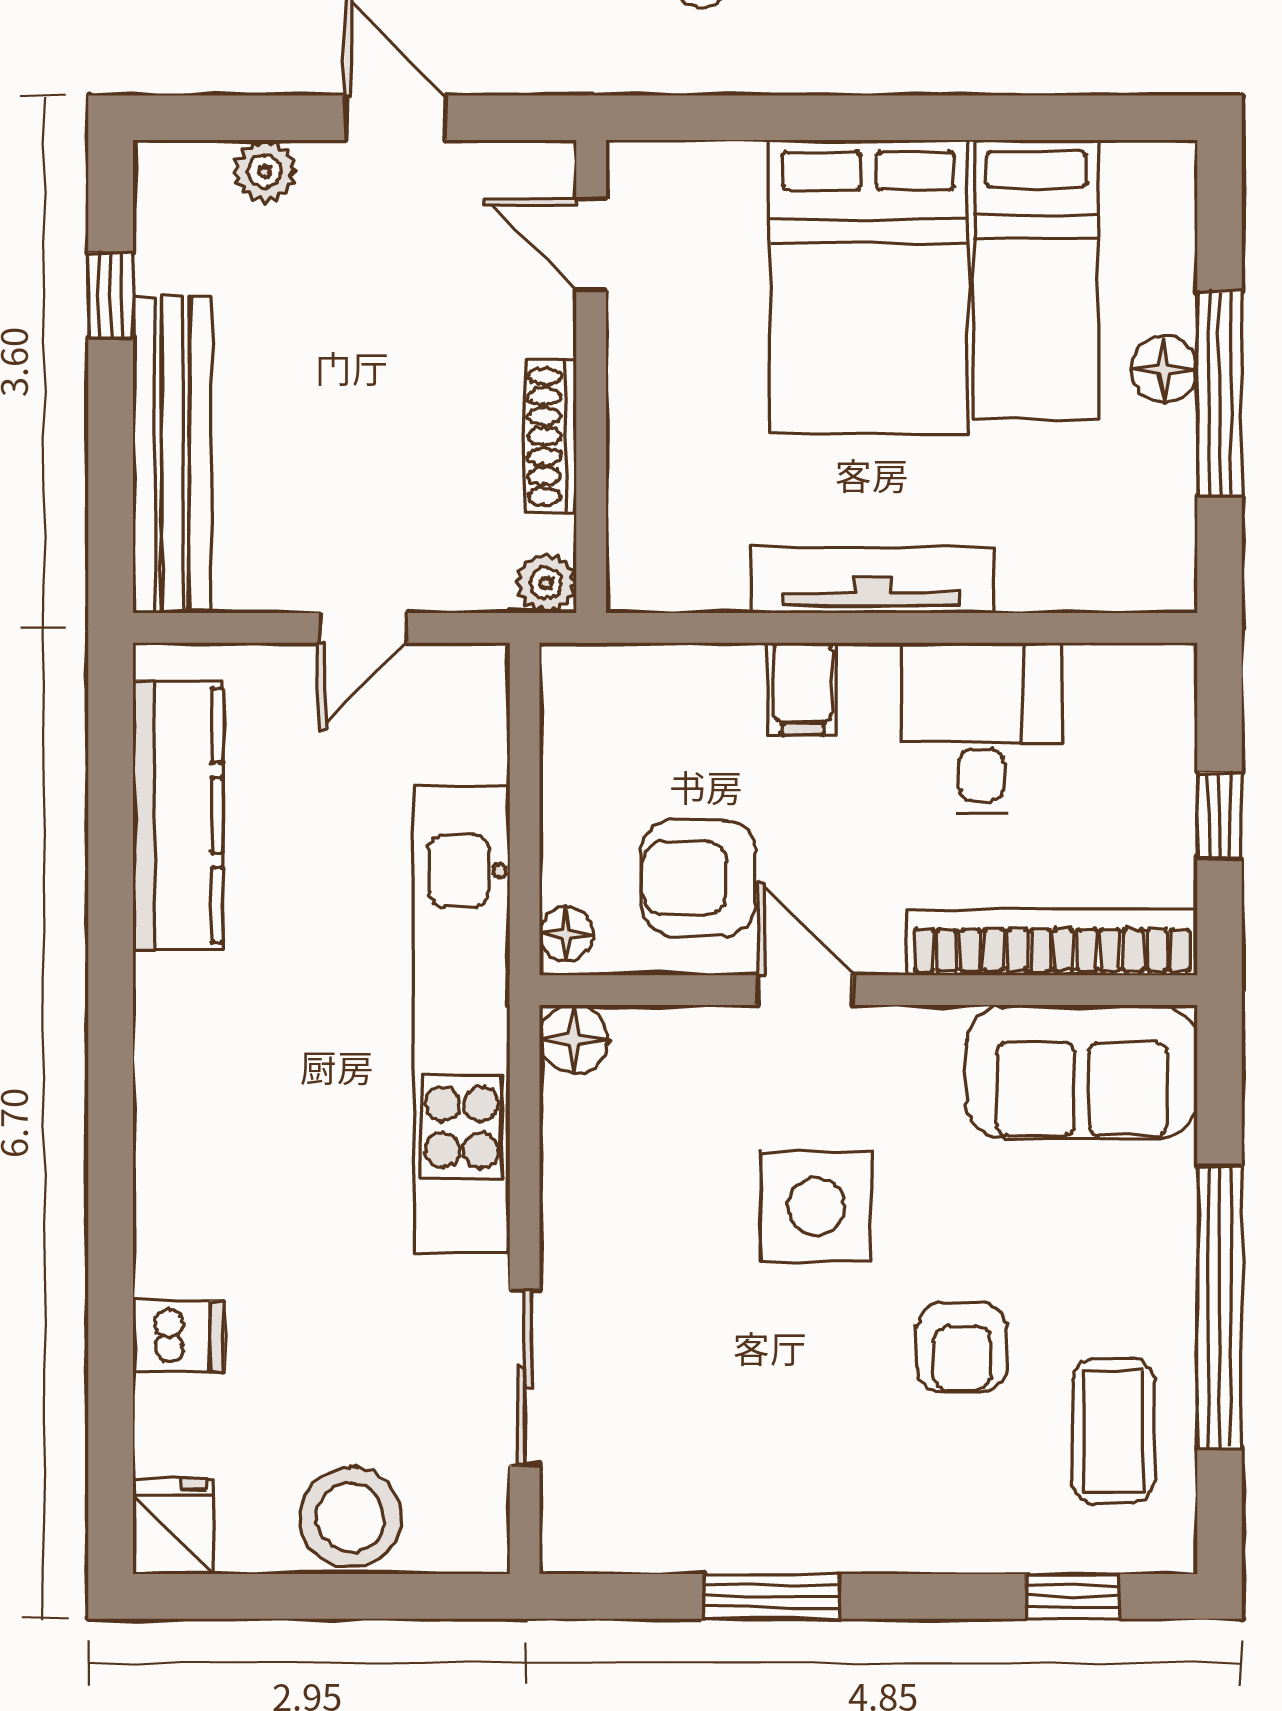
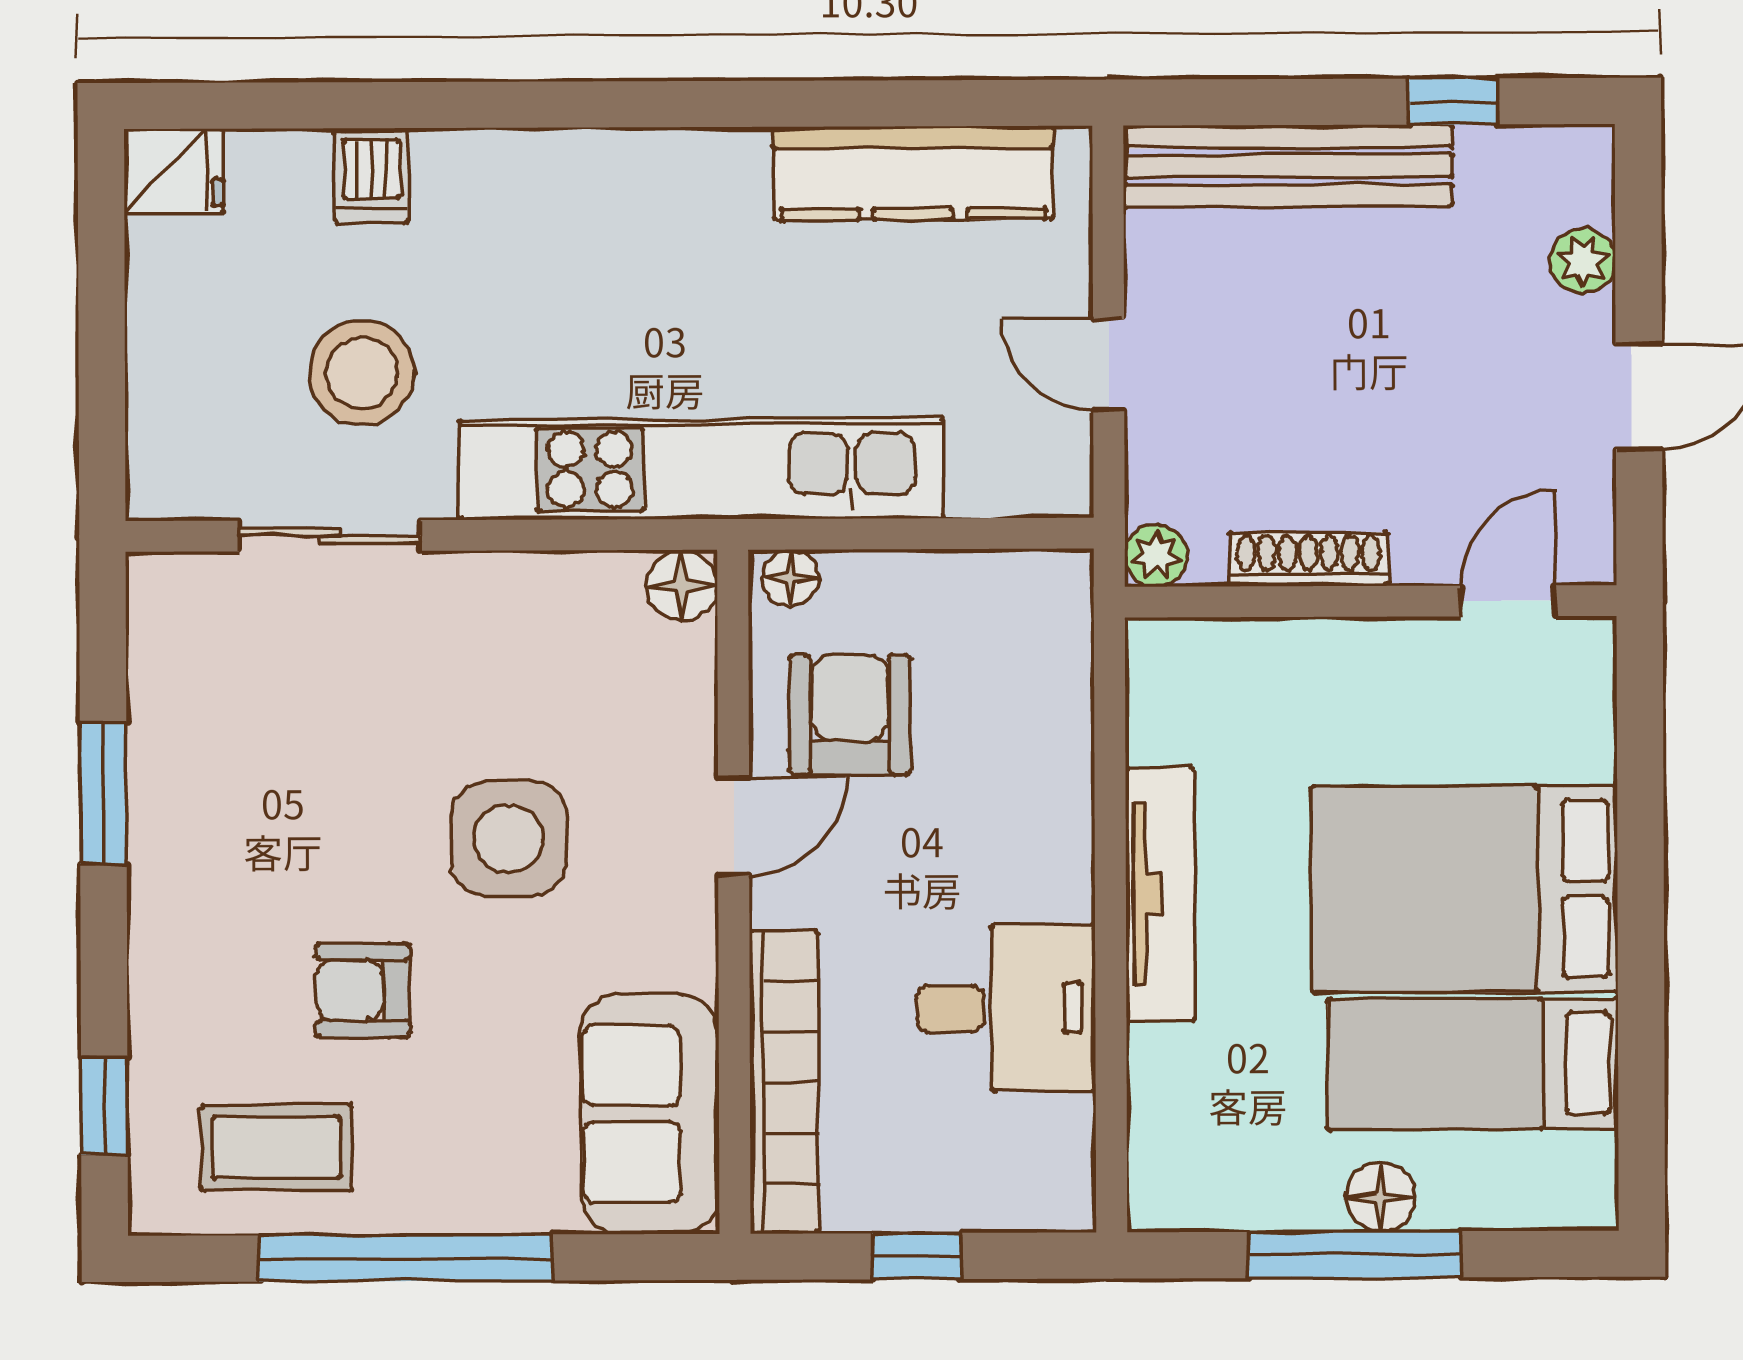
filing cabinet: (803, 689) -> (1047, 822), removed
stool: (351, 1518) -> (362, 373), moved

